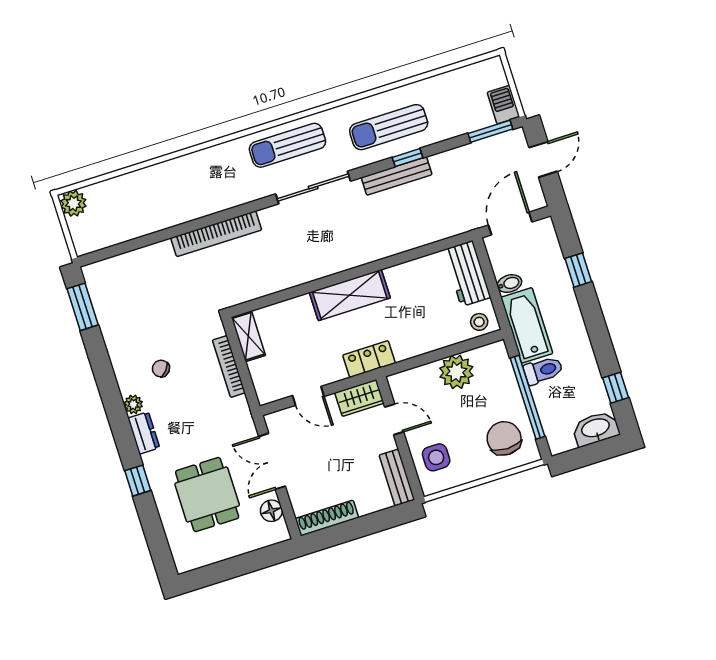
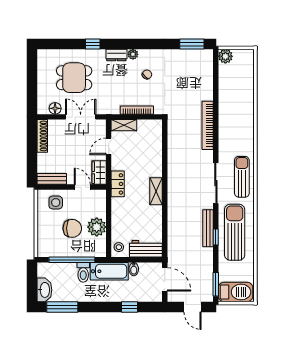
barbecue: (503, 105) -> (236, 292), width x1.88, depth x1.53
sun lounger: (389, 127) -> (235, 232), width x1.36, depth x1.34
plant: (73, 203) -> (225, 56), moved
shelving: (350, 295) -> (156, 191), width x0.67, depth x0.75
shelving: (248, 336) -> (124, 125), moved
window: (616, 388) -> (62, 307), width x2.17
door: (394, 419) -> (82, 187), swing flipped
chair: (504, 438) -> (72, 228), moved

